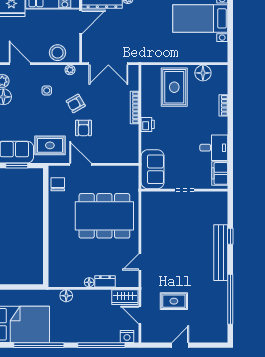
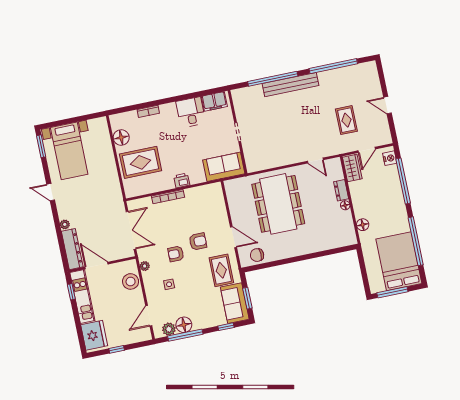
armchair: (76, 103) -> (176, 254), turned 120
door: (80, 164) -> (233, 237), swing flipped
window: (230, 236) -> (273, 79), width x3.17

